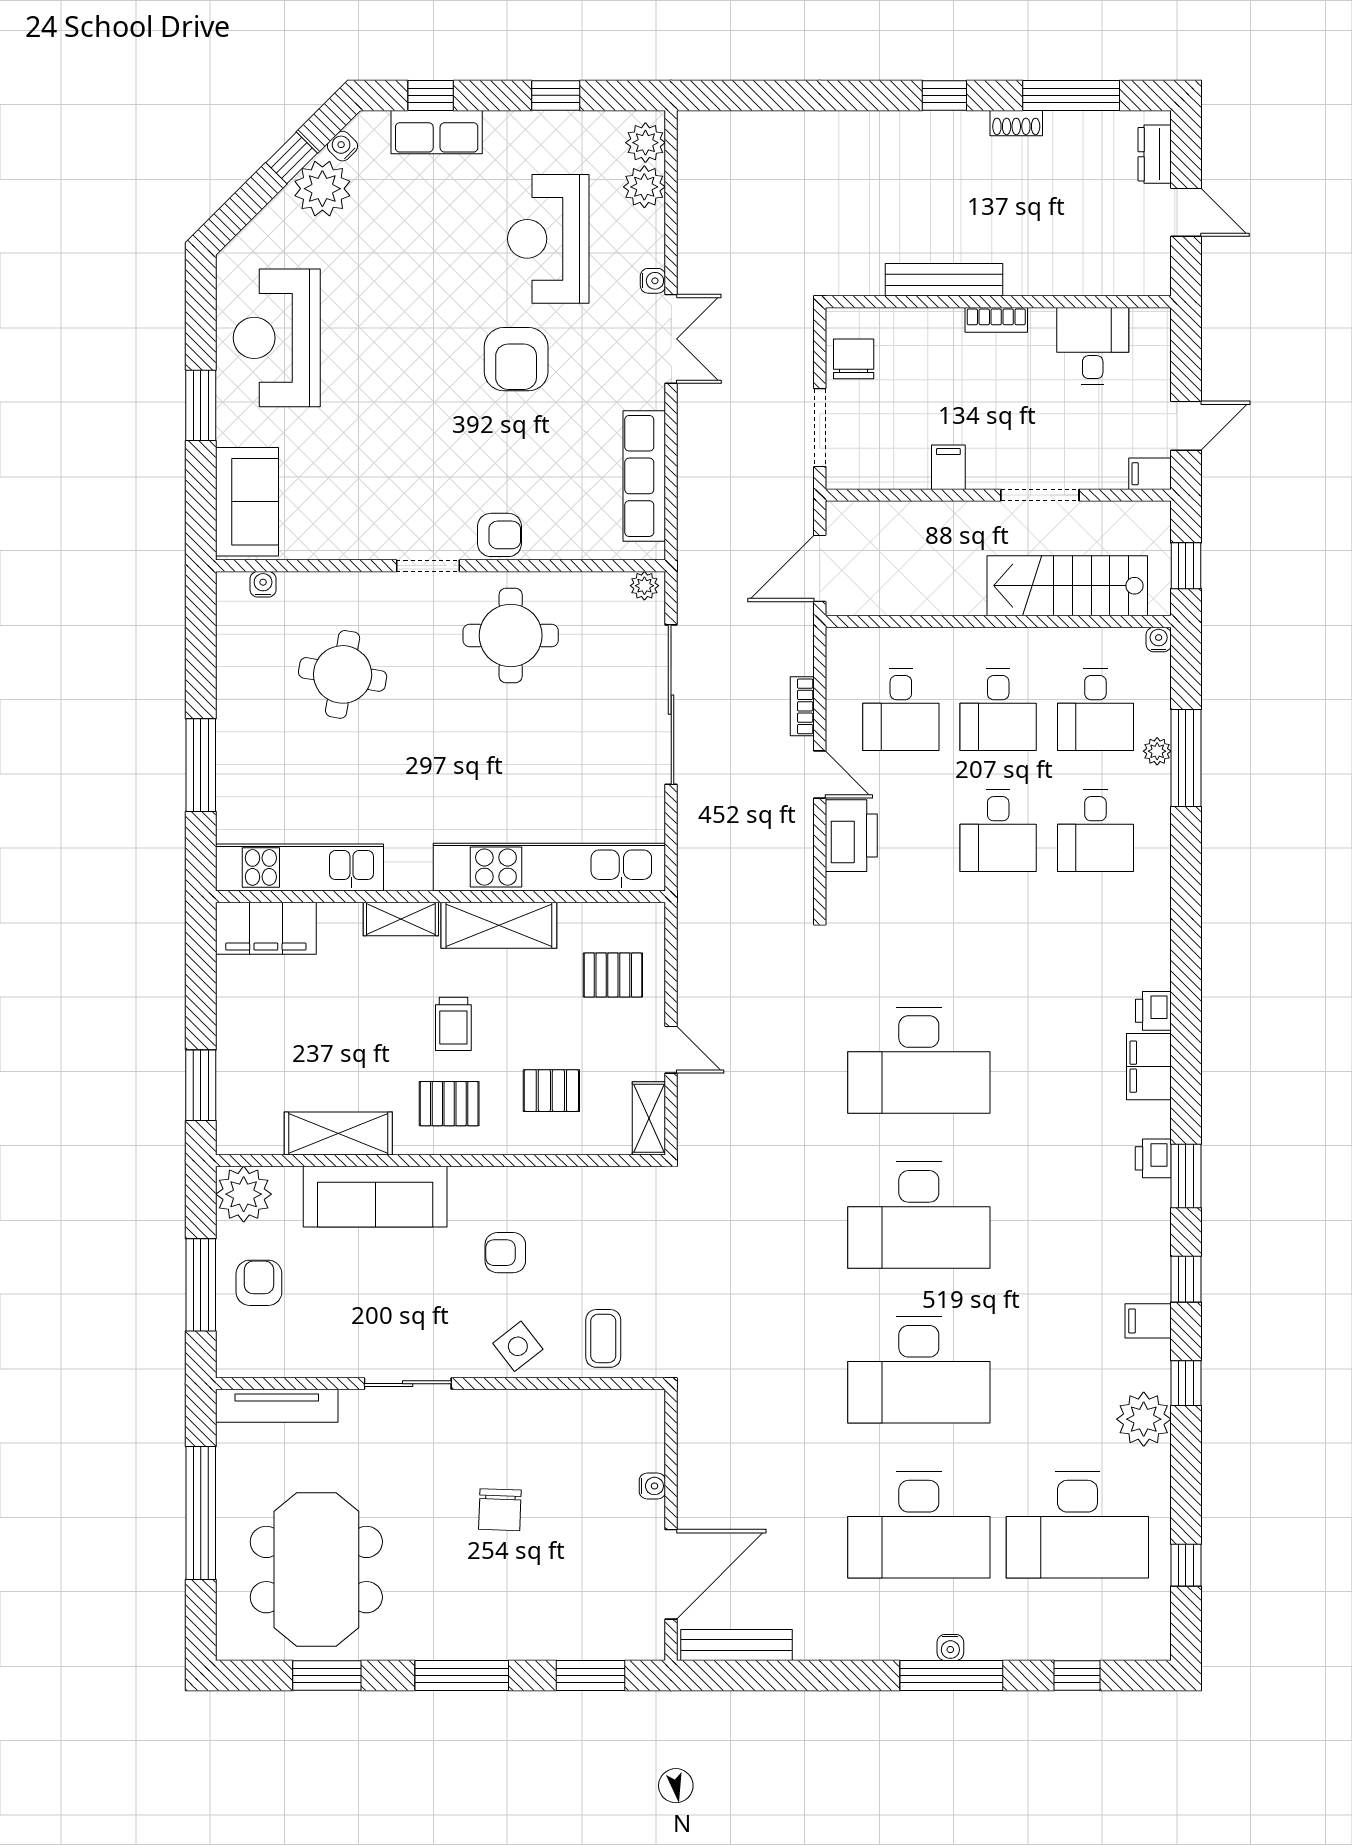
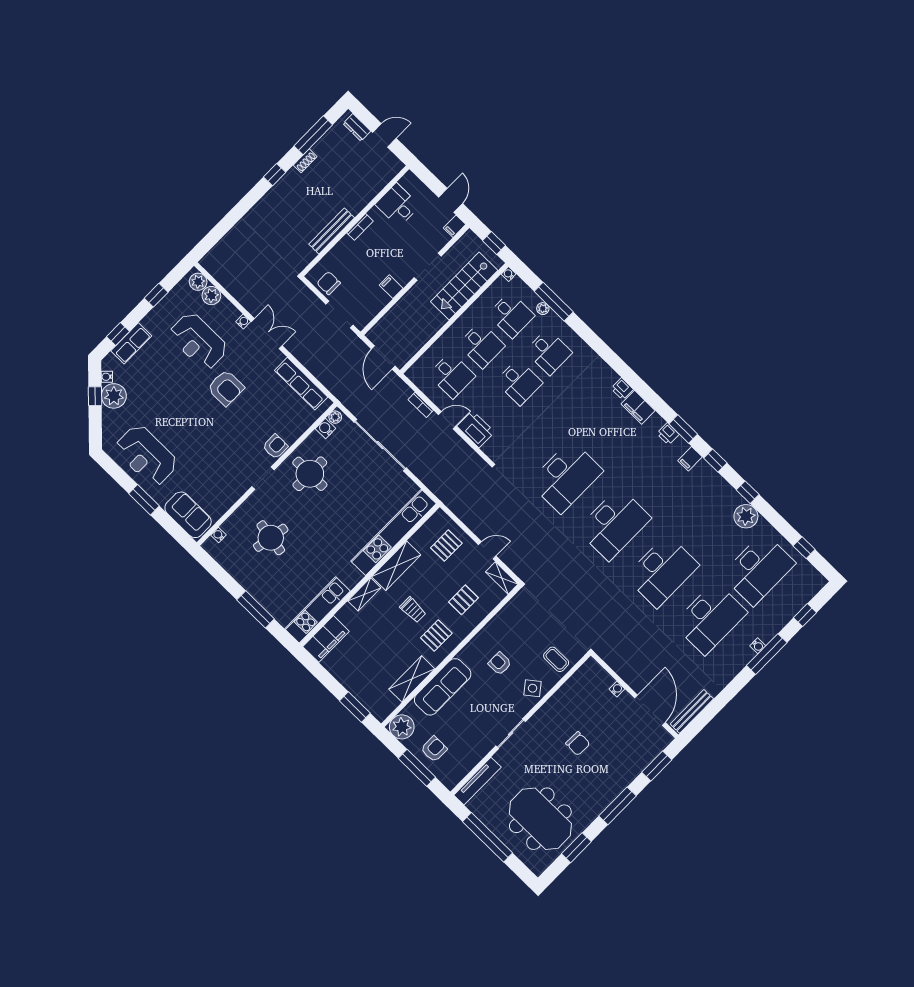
water cooler: (610, 588) -> (326, 429), added
armchair: (505, 1253) -> (500, 664), turned 90
armchair: (259, 1283) -> (434, 749), turned 90
filing cabinet: (1148, 1321) -> (690, 459), moved

